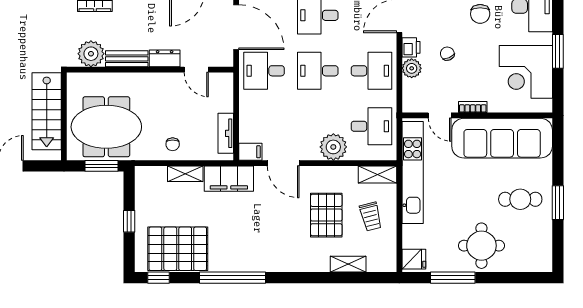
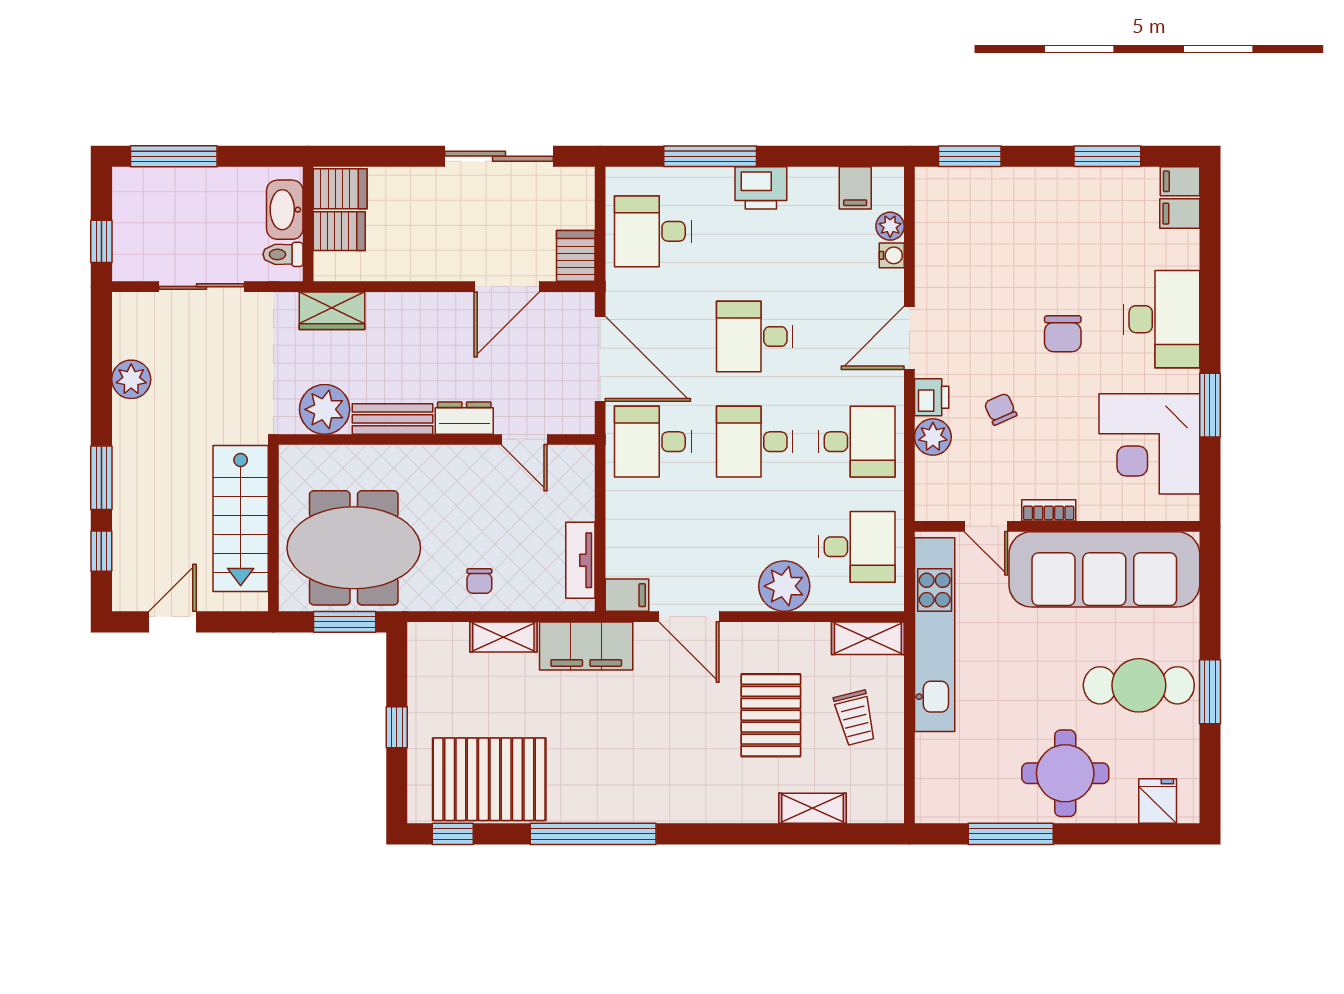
cafe table: (520, 199) -> (1139, 685), width x1.37, depth x1.35
fridge: (414, 259) -> (1158, 801), moved, turned -90

